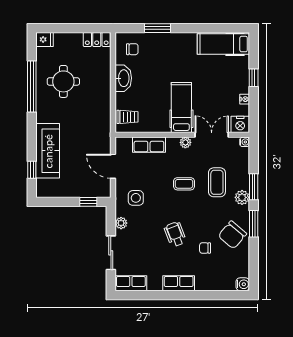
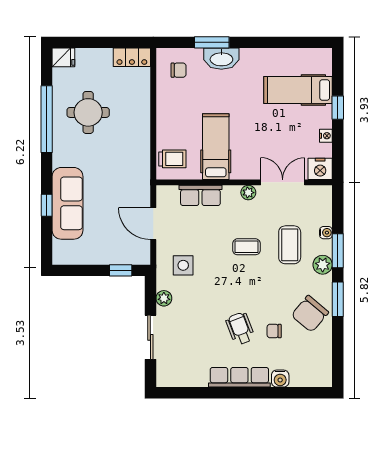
hospital bed: (223, 44) -> (298, 90), moved
washbasin: (123, 78) -> (221, 59), moved, turned 90
hospital bed: (181, 107) -> (216, 147), moved
water cooler: (245, 142) -> (326, 233), moved
window: (32, 170) -> (47, 205), moved
wheelchair: (175, 234) -> (240, 329), moved
row of seats: (131, 283) -> (177, 377), removed
row of seats: (179, 283) -> (239, 377), width x1.48
water cooler: (243, 284) -> (280, 379), moved, turned 90

